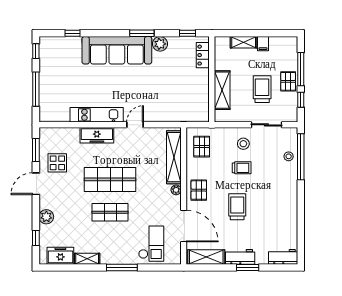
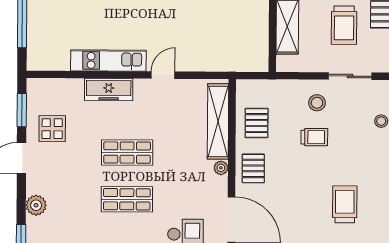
trolley: (262, 89) -> (344, 25), turned 180
pallet: (202, 147) -> (257, 123), moved
shop shelf: (110, 179) -> (127, 153), width x0.70, depth x0.74
trolley: (237, 207) -> (345, 204), moved

